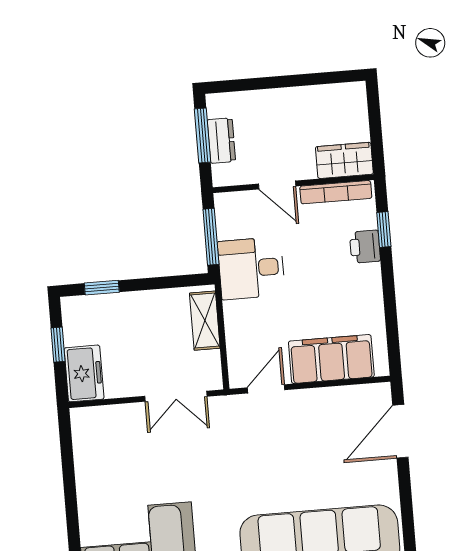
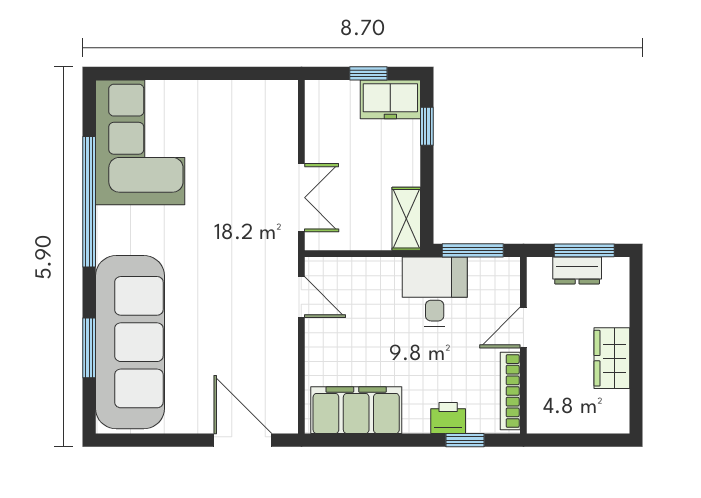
wardrobe: (344, 160) -> (612, 358), moved, turned 180
shelving: (205, 321) -> (406, 219), moved, turned 90
filing cabinet: (331, 359) -> (356, 410), moved, turned -90
freezer: (84, 373) -> (390, 99), moved
double door: (176, 396) -> (301, 198), swing flipped

